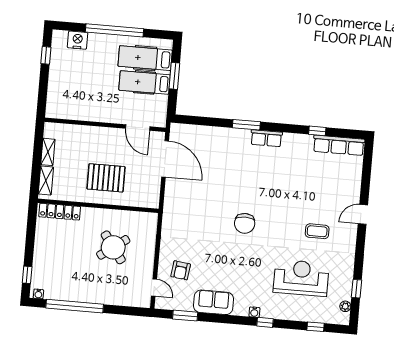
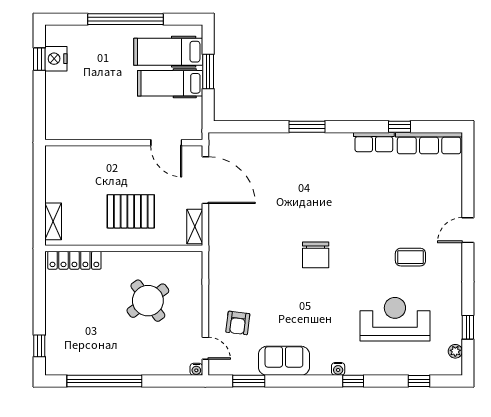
nightstand: (78, 40) -> (56, 59), moved, turned -90
row of seats: (266, 138) -> (374, 142), moved
shelving: (48, 152) -> (195, 226), moved
water cooler: (38, 294) -> (196, 369), moved

